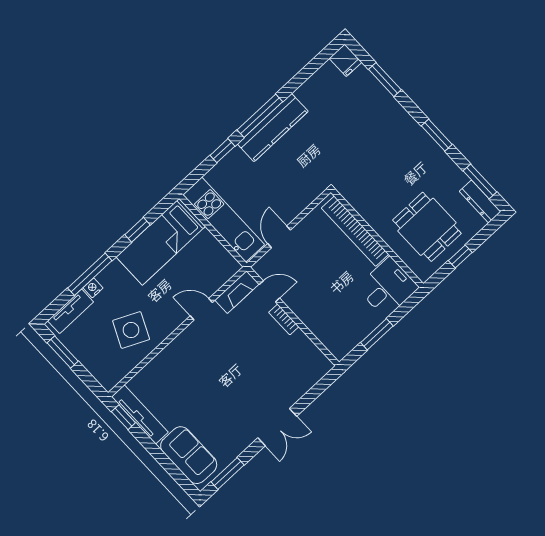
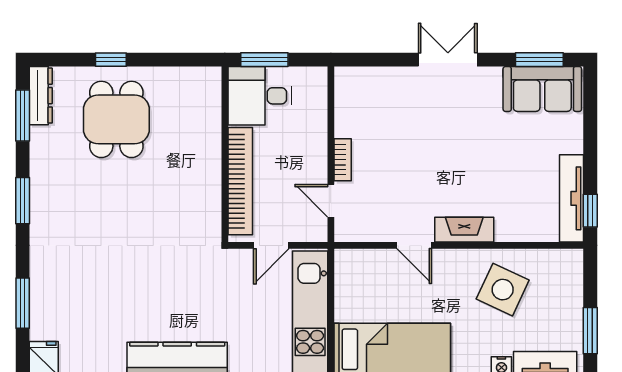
bookcase: (355, 231) -> (240, 181), moved
wall: (377, 238) -> (225, 154), moved
desk: (388, 287) -> (260, 96), moved
fireplace: (237, 292) -> (464, 230), moved
sofa: (189, 455) -> (542, 89), moved, turned -90

